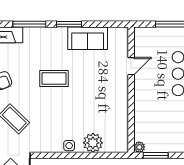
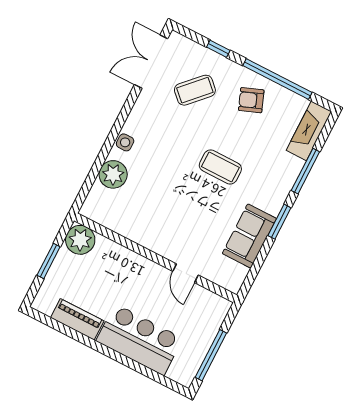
coffee table: (54, 78) -> (220, 167), turned 90
plant: (139, 147) -> (80, 240), width x1.88, depth x1.88
window: (156, 155) -> (49, 261), moved

